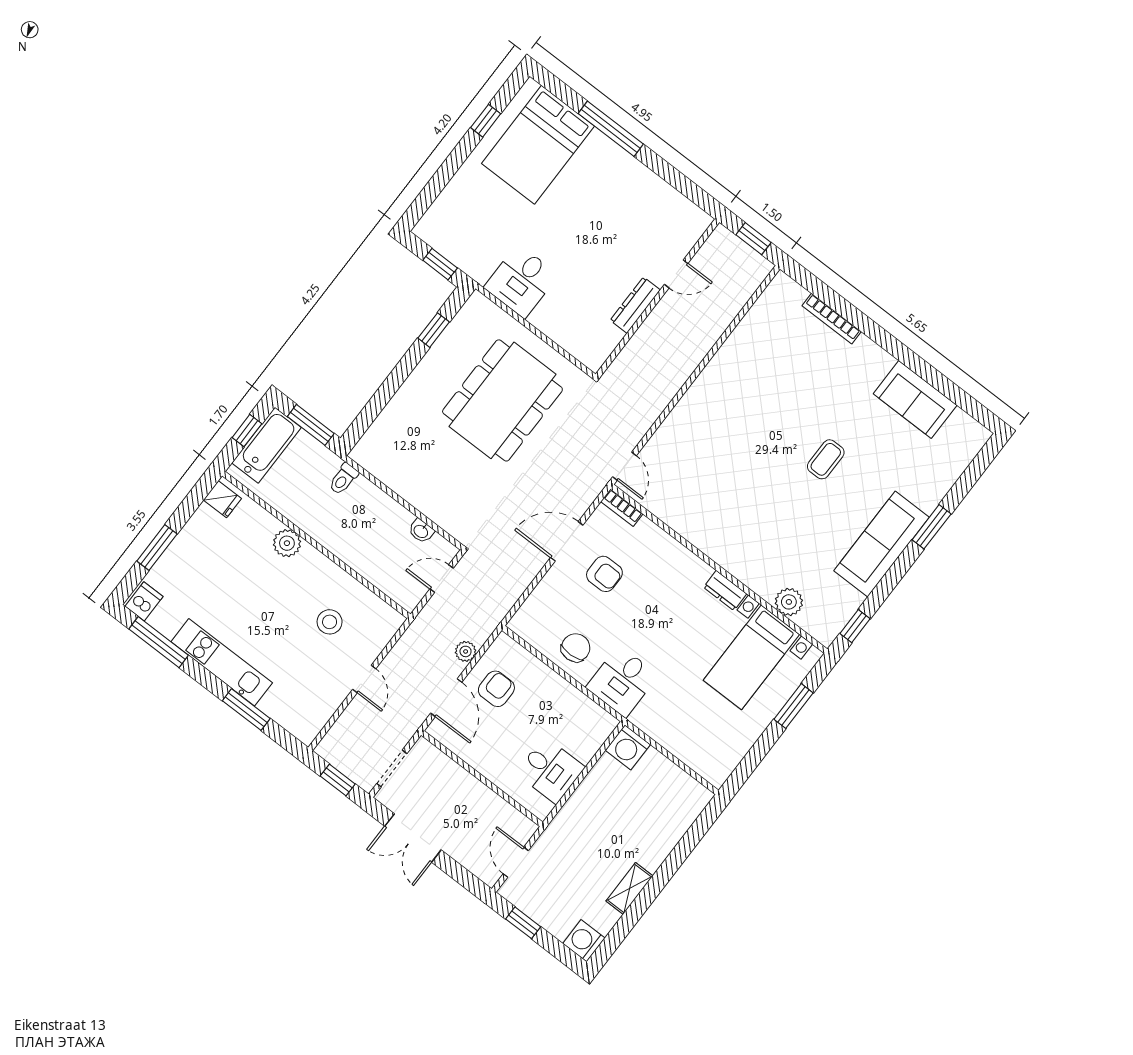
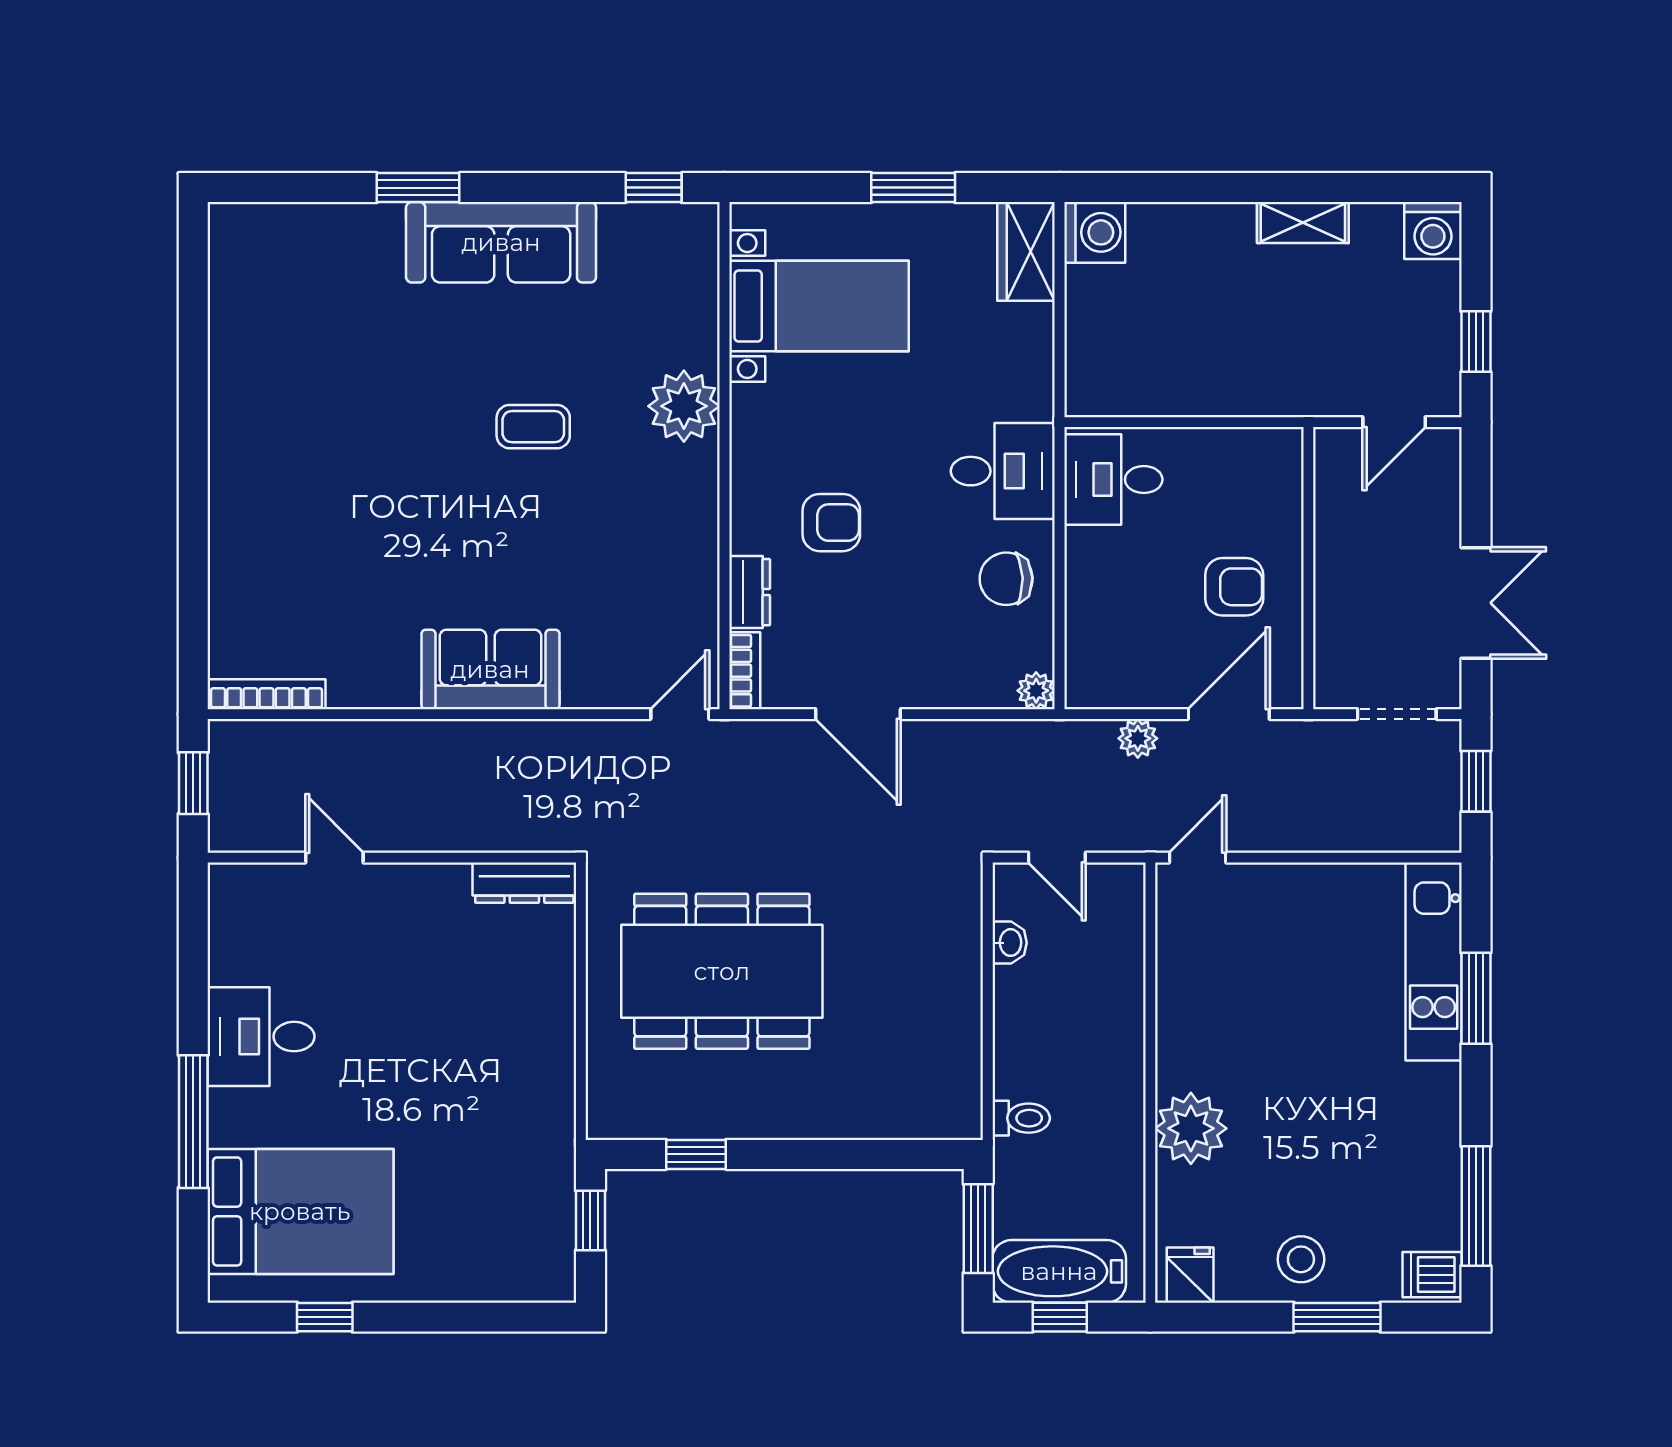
desk: (521, 281) -> (261, 1037), moved, turned 180
dresser: (635, 305) -> (524, 883), moved
bookcase: (832, 319) -> (267, 694), moved, turned -90
sofa: (915, 400) -> (490, 669), moved, turned -90
coffee table: (826, 459) -> (533, 427), moved
plant: (287, 543) -> (1191, 1128), width x1.36, depth x1.36
armchair: (604, 574) -> (831, 523), moved, turned 90
dresser: (725, 591) -> (750, 592), moved
plant: (789, 602) -> (684, 406), moved, width x1.36, depth x1.36
stool: (330, 622) -> (1301, 1259), moved
plant: (519, 624) -> (1036, 691), added
kitchen unit: (222, 662) -> (1434, 962), moved
door: (364, 679) -> (1198, 858), moved
armchair: (496, 689) -> (1234, 587), moved, turned 180
window: (793, 706) -> (913, 188), moved
washing machine: (628, 747) -> (1095, 232), moved
wardrobe: (707, 762) -> (1026, 251), added
desk: (550, 770) -> (1113, 480), moved, turned -90

